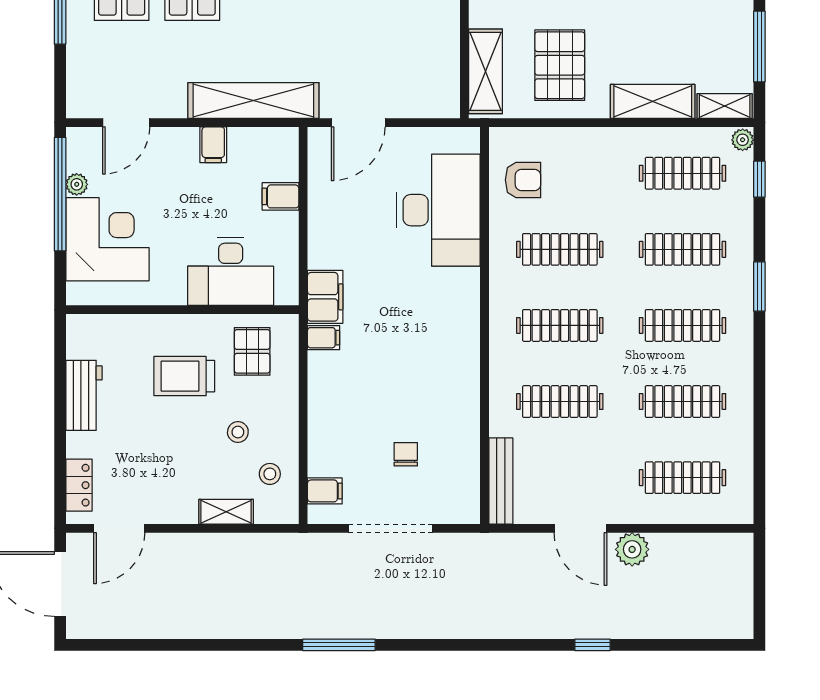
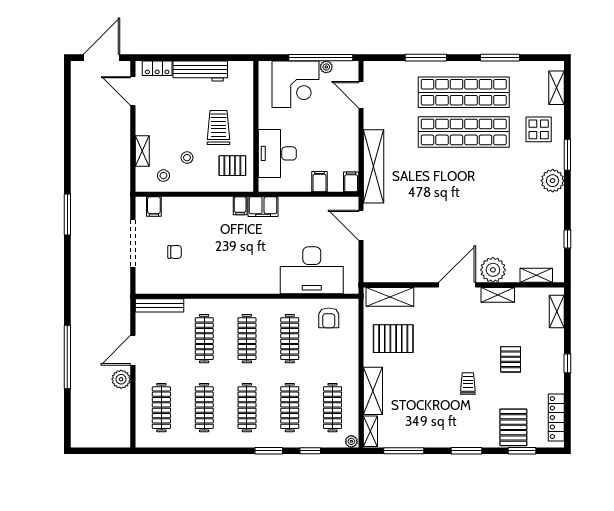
filing cabinet: (213, 145) -> (351, 182), moved, turned 90
window: (759, 179) -> (310, 451), moved
workbench: (84, 395) -> (200, 71), width x1.38
window: (593, 645) -> (67, 357), width x3.17

